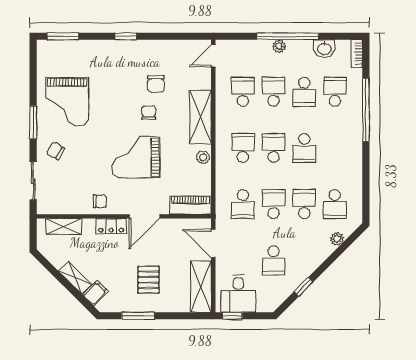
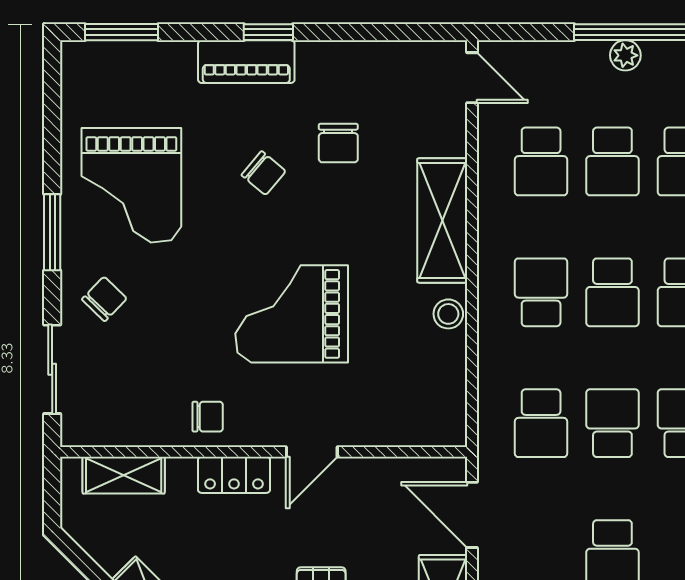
door: (213, 56) -> (472, 78), swing flipped
school desk: (243, 92) -> (541, 161), turned 180
school desk: (274, 92) -> (612, 161), turned 180
chair: (149, 113) -> (264, 173), moved, turned 130
school desk: (274, 148) -> (612, 292), turned 180
chair: (56, 151) -> (104, 299), turned 104
piano: (191, 205) -> (246, 62), moved, turned 180
door: (145, 216) -> (312, 452), width x0.73

